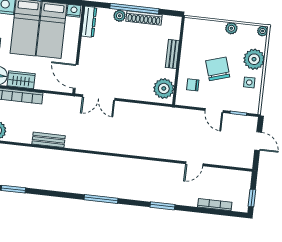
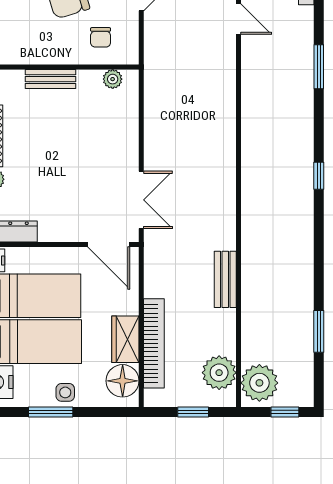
door: (76, 76) -> (109, 244), hinge flipped
plant: (164, 88) -> (113, 79), width x0.53, depth x0.53
window: (101, 199) -> (319, 176), width x0.46

